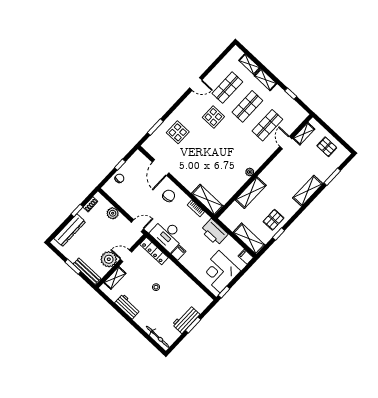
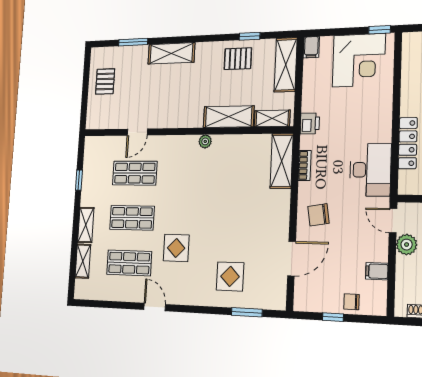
shelving: (304, 134) -> (272, 118), moved
plant: (113, 213) -> (407, 245), moved
printer: (214, 232) -> (310, 123), width x0.53, depth x0.68
locker: (154, 251) -> (408, 143), moved
filing cabinet: (178, 253) -> (377, 271), moved

